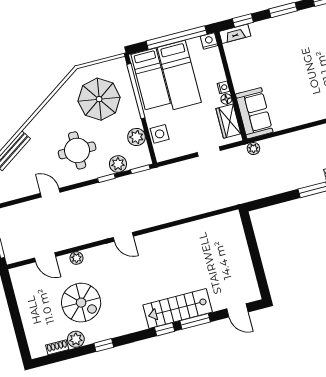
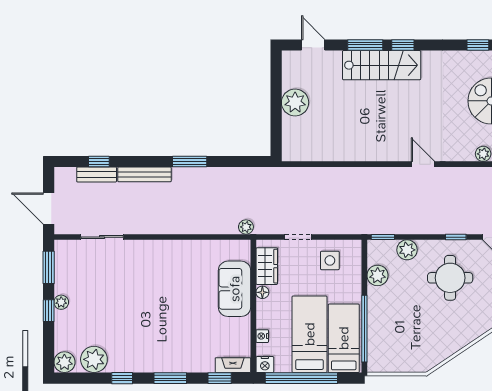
nightstand: (223, 87) -> (262, 336), moved
parasol: (99, 99) -> (409, 330), removed
sofa: (254, 113) -> (235, 289), moved
side table: (160, 134) -> (330, 260), moved
window: (106, 178) -> (456, 237), moved
plant: (240, 260) -> (295, 102), added

